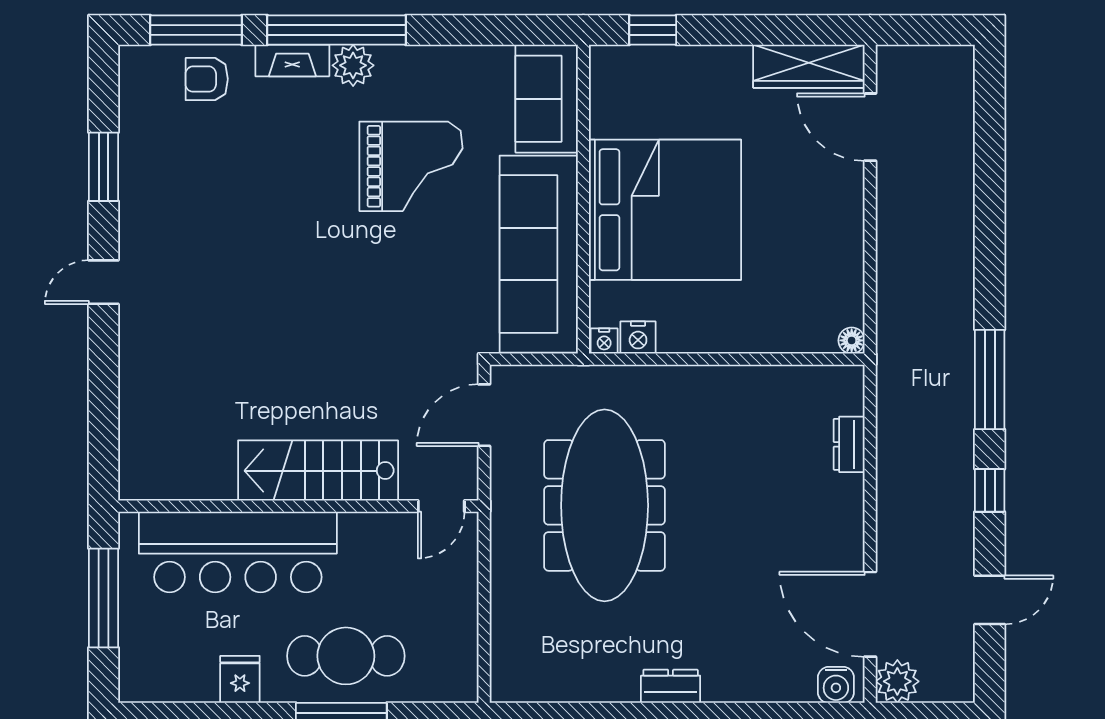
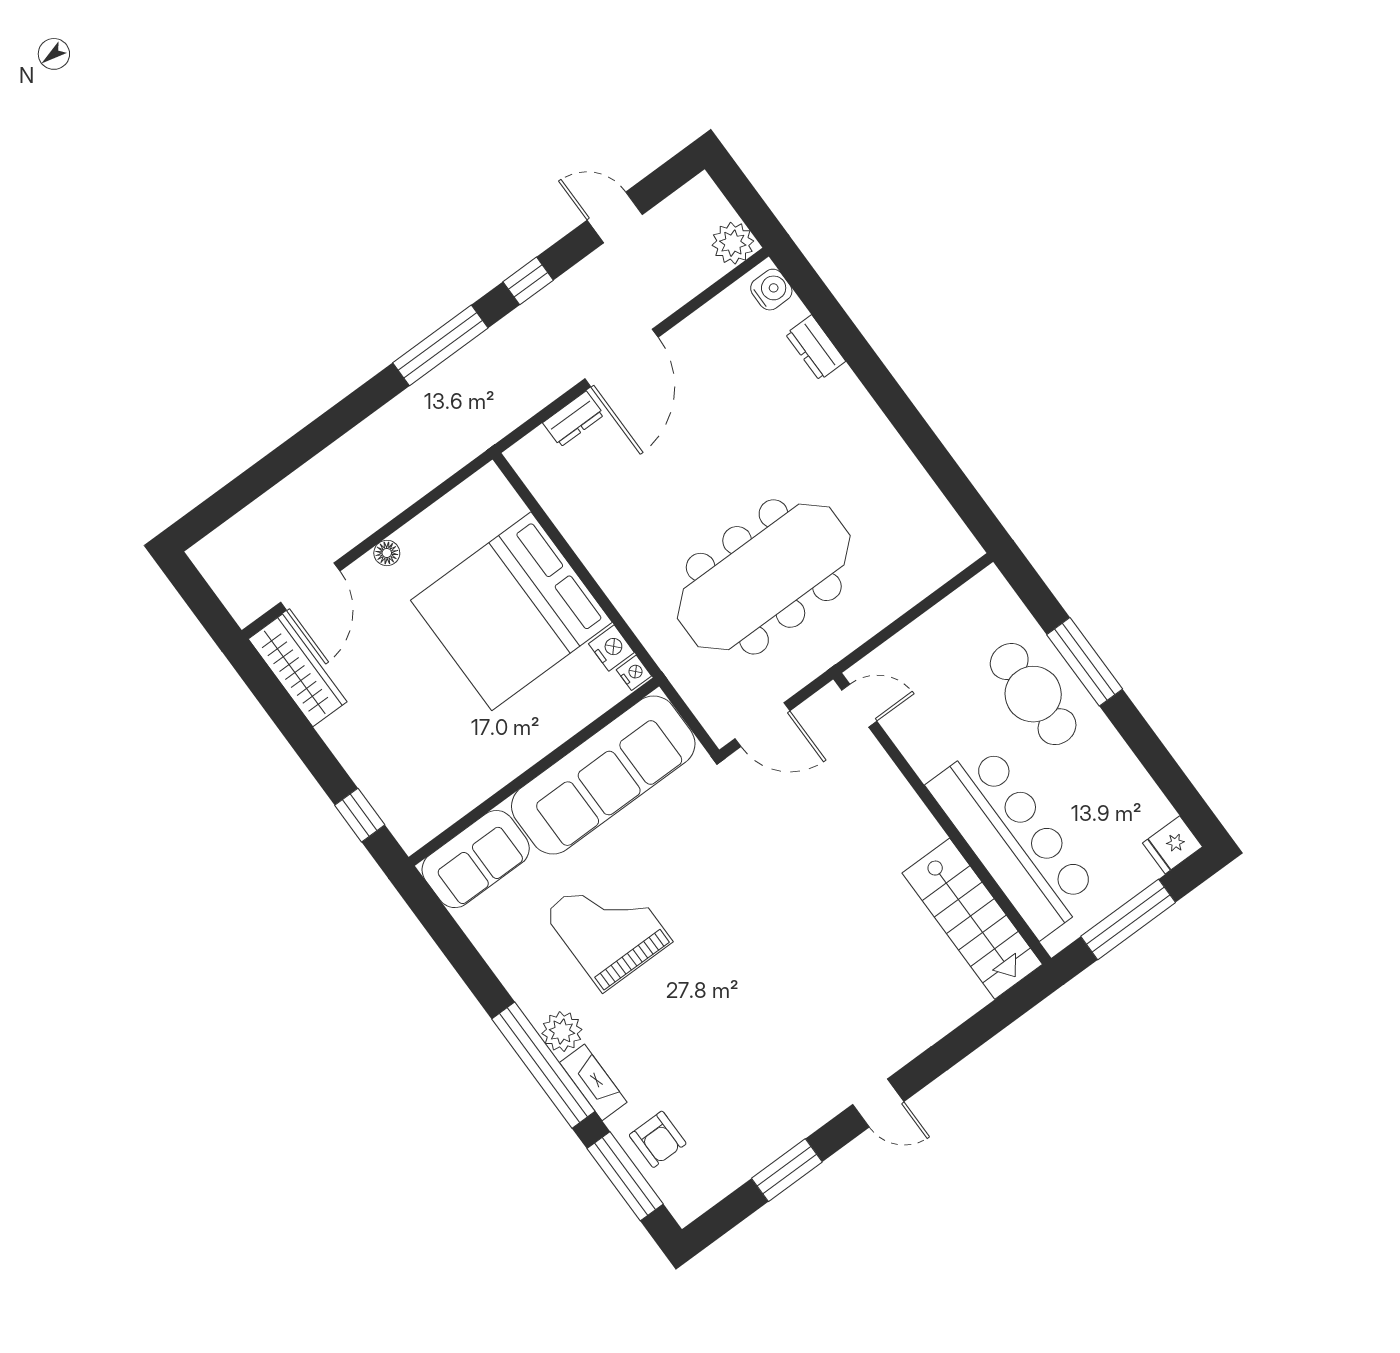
bed: (665, 210) -> (511, 611), moved, turned -90
floor lamp: (852, 340) -> (387, 553), moved
stairs: (318, 471) -> (972, 919), moved
door: (870, 614) -> (621, 358), moved
fridge: (240, 679) -> (1172, 845), moved
dresser: (671, 686) -> (816, 348), moved

